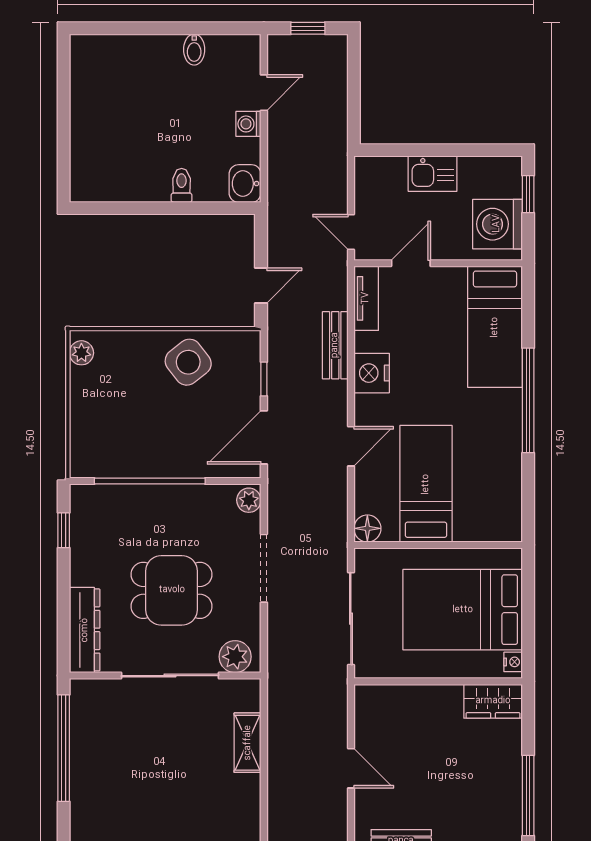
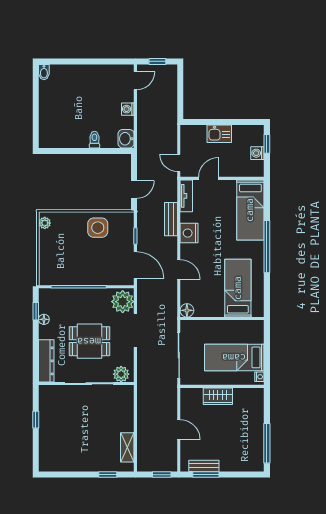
bidet: (194, 50) -> (44, 72), moved
door: (264, 93) -> (135, 81), moved
washing machine: (497, 224) -> (257, 153), width x0.53, depth x0.53
side table: (188, 362) -> (98, 228), turned 38
door: (264, 437) -> (135, 265), swing flipped
door: (351, 446) -> (179, 269), hinge flipped
bed: (426, 484) -> (238, 288), moved
plant: (249, 500) -> (123, 302), width x1.88, depth x1.88
floor lamp: (80, 546) -> (44, 319), added
bed: (463, 610) -> (234, 357), width x0.67
wardrobe: (493, 701) -> (218, 396), moved
shelving: (248, 743) -> (127, 447), moved
window: (64, 748) -> (36, 420), width x0.32

